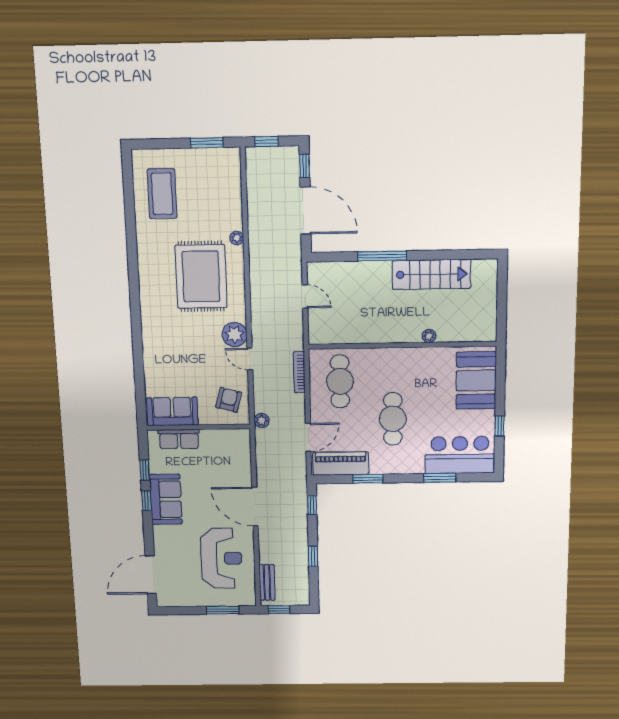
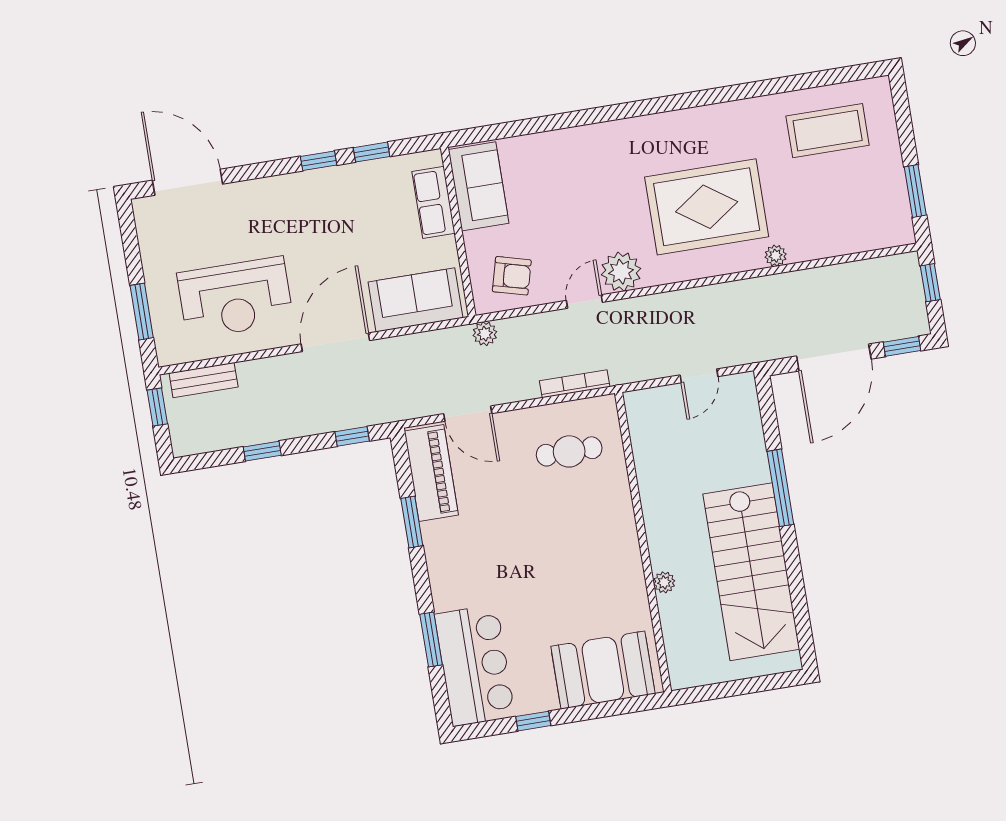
stairs: (431, 274) -> (751, 572), width x1.36, depth x1.51
cafe table: (340, 381) -> (569, 451), width x0.73, depth x0.74
cafe table: (393, 419) -> (519, 546), removed
sofa: (166, 499) -> (415, 300), moved, turned 180

